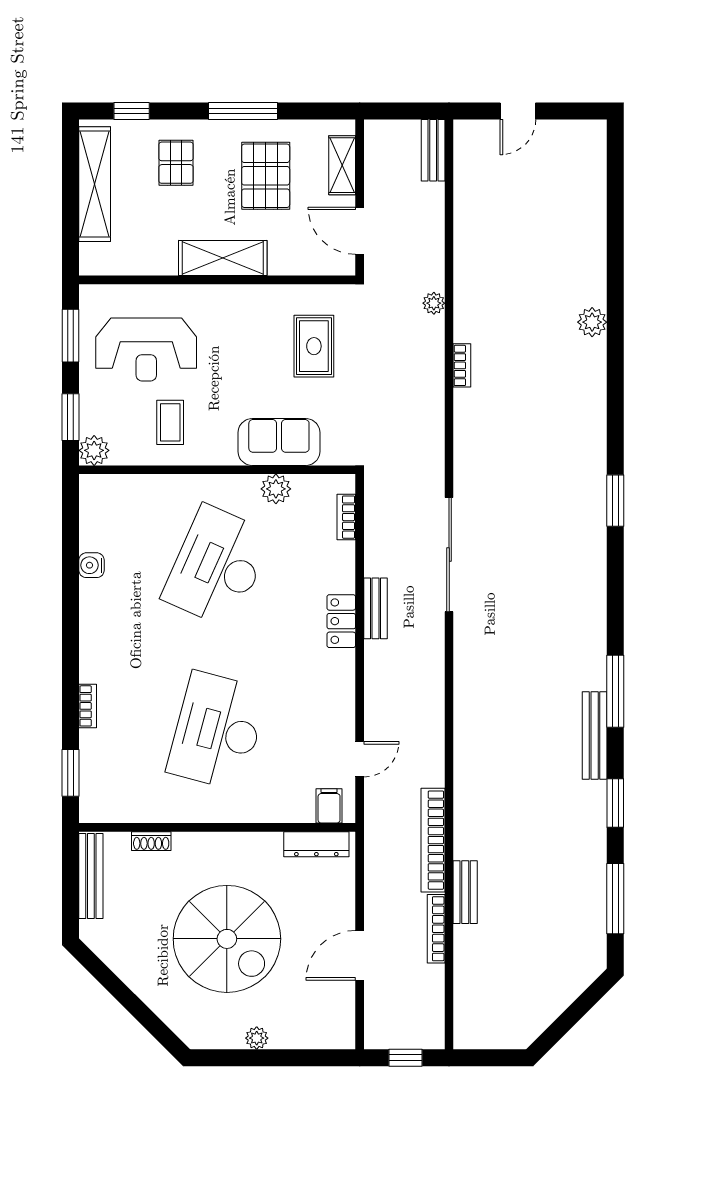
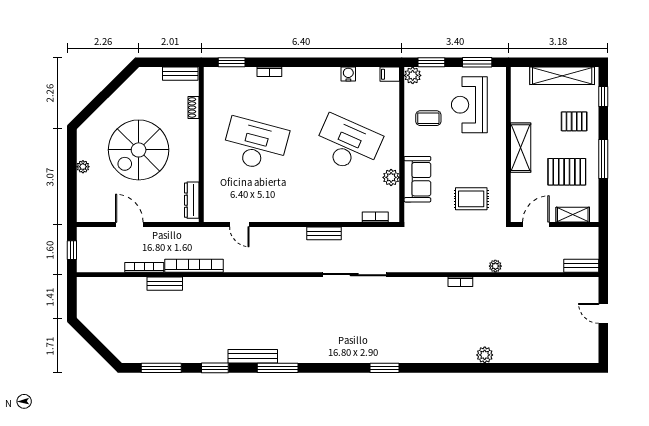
locker: (341, 621) -> (317, 214), removed
filing cabinet: (329, 806) -> (390, 74), moved, turned 180
bench: (91, 876) -> (180, 74), width x0.73

